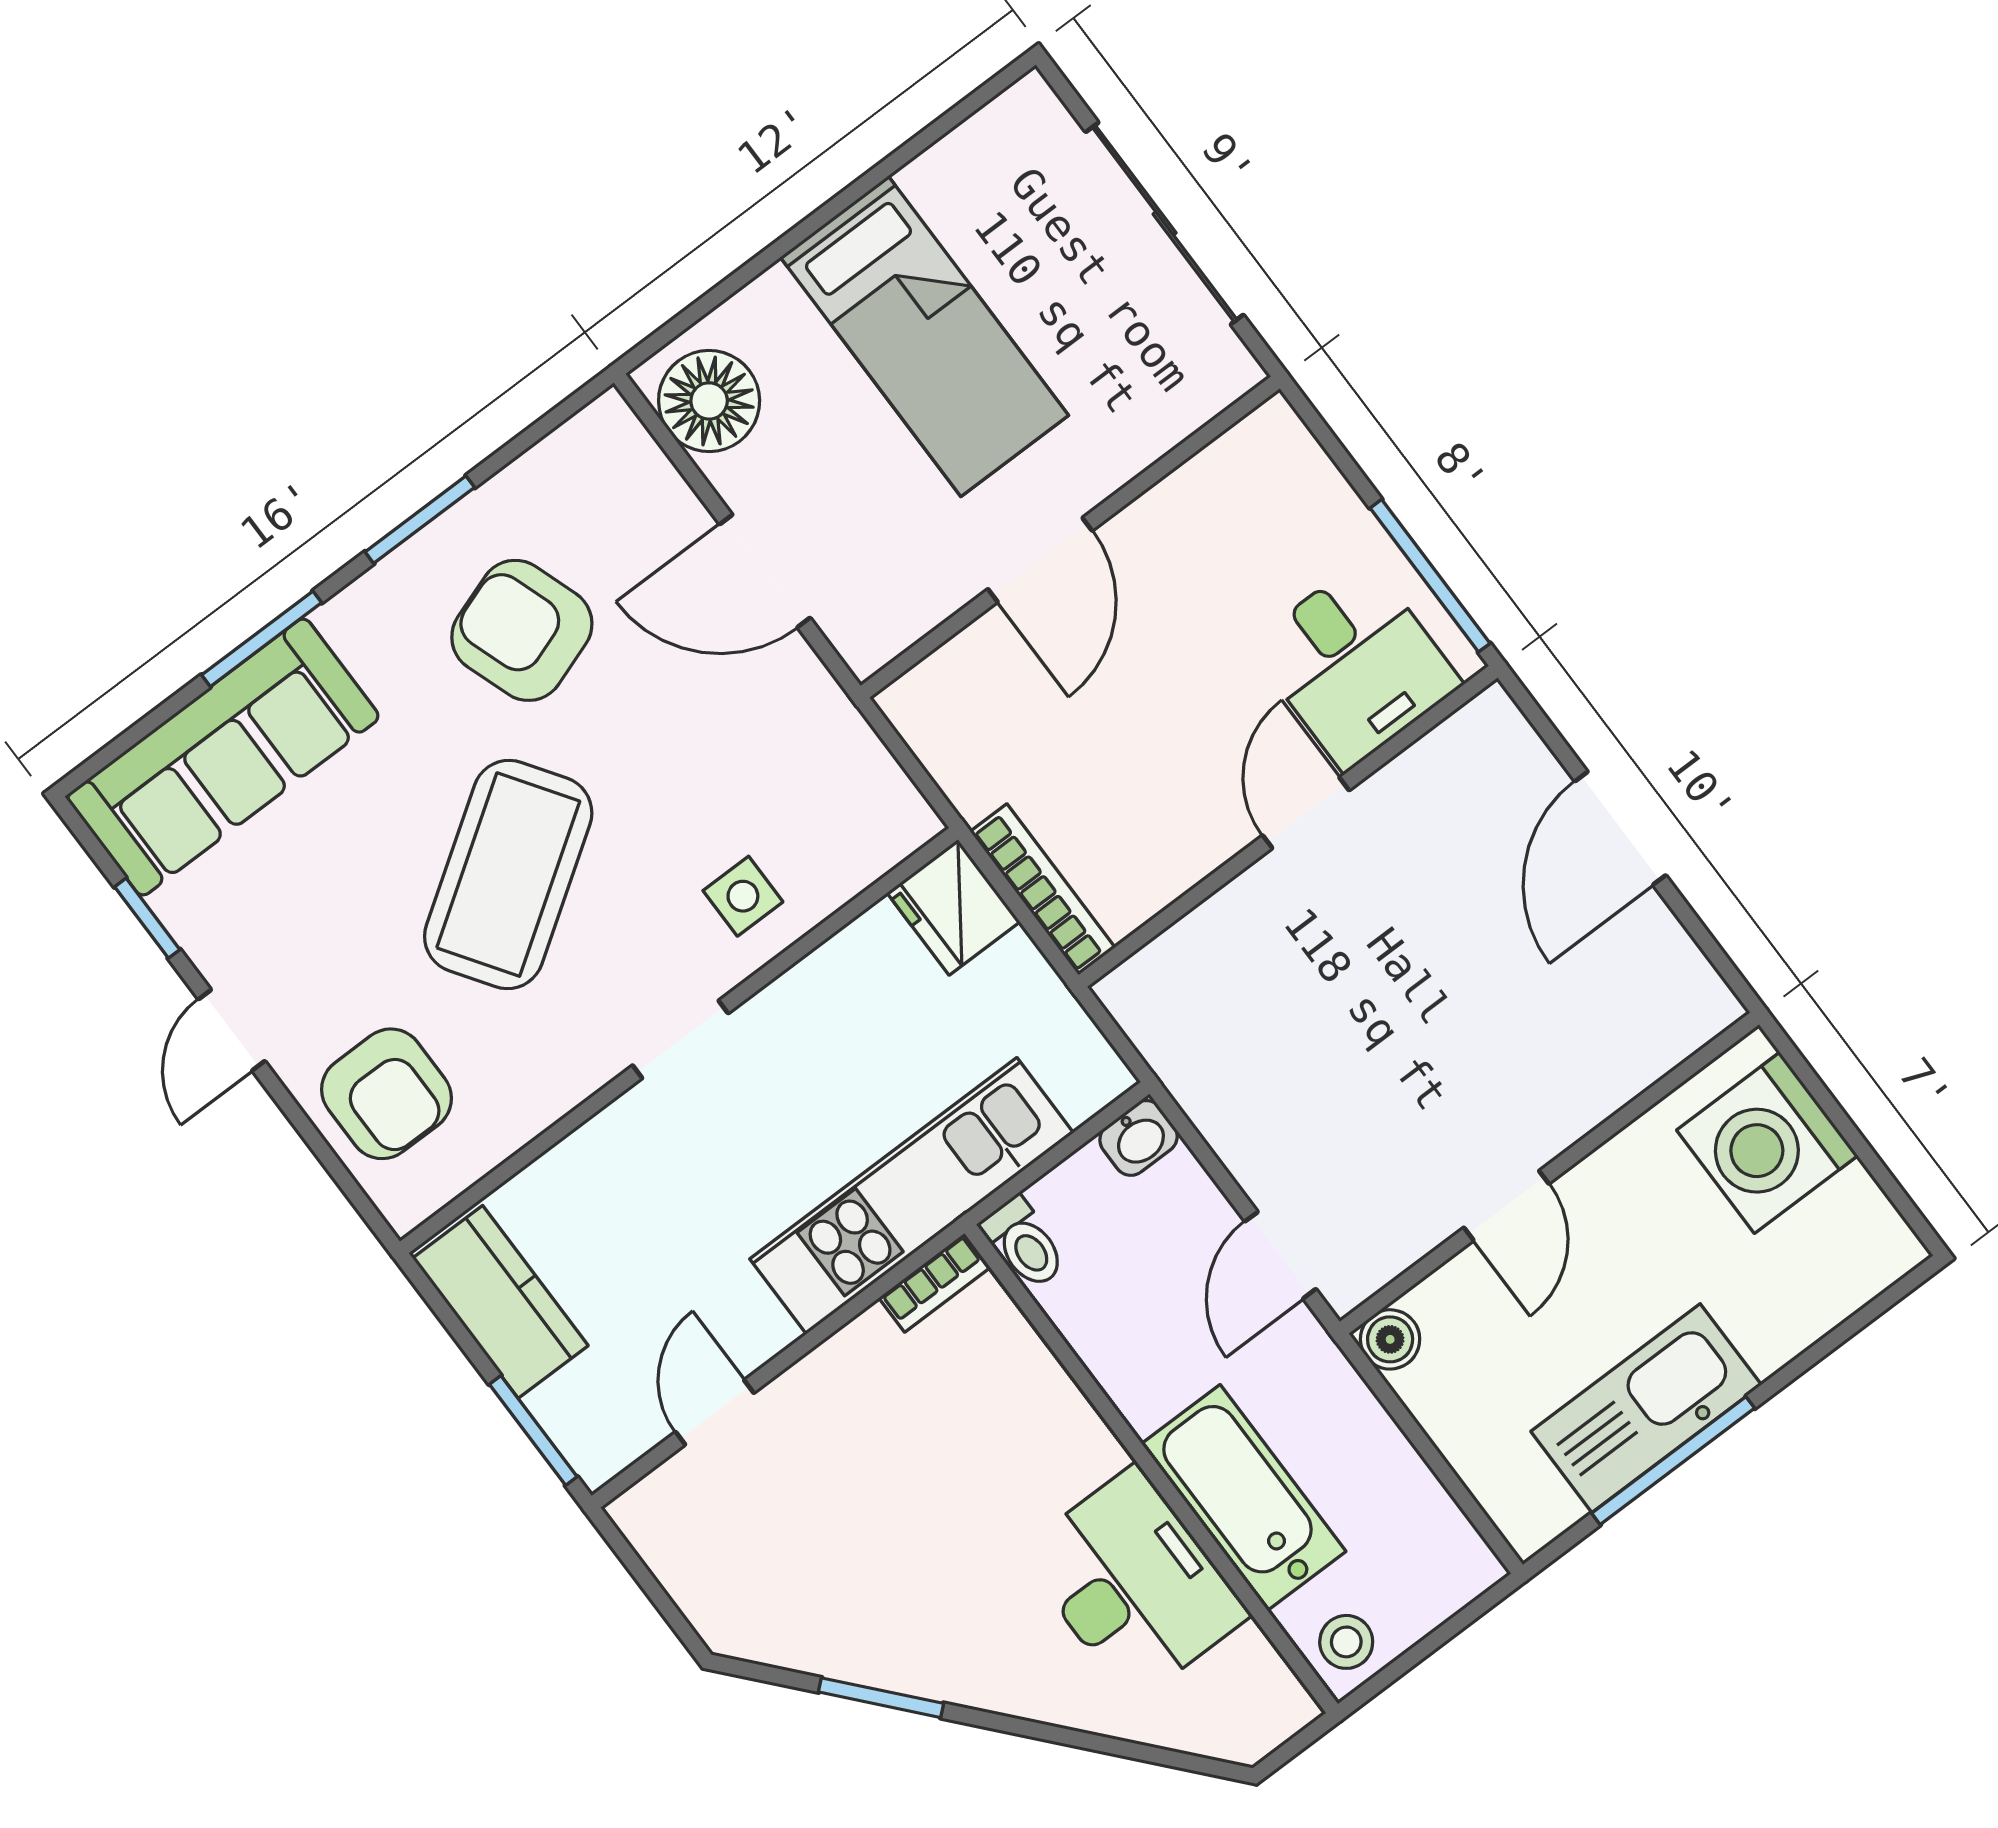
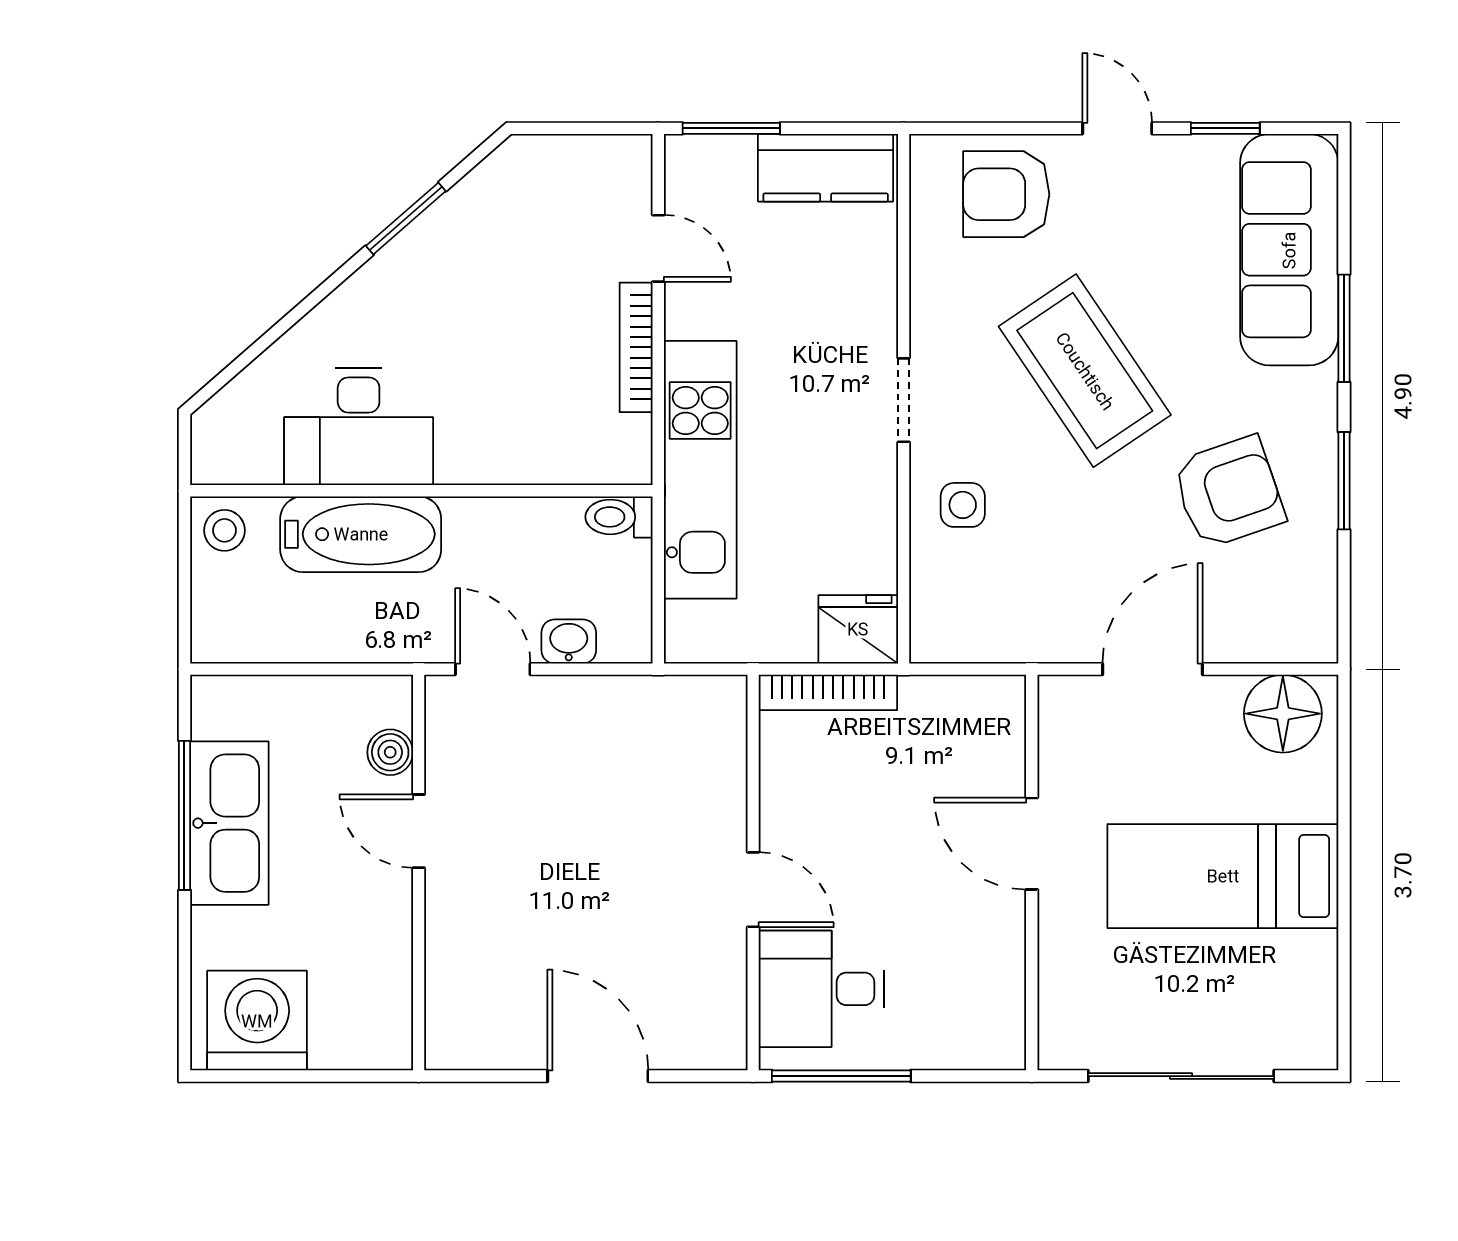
washbasin: (1139, 1138) -> (569, 641), moved, turned 90
washing machine: (1767, 1143) -> (257, 1021), moved
bookcase: (935, 1283) -> (636, 347), moved, width x1.56
boiler: (1390, 1339) -> (390, 752), moved

